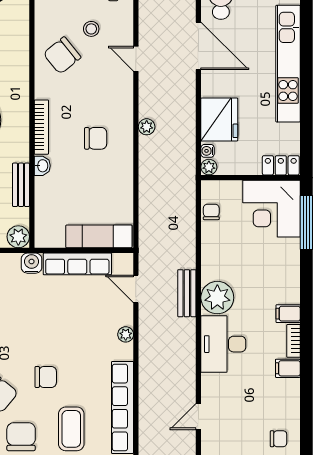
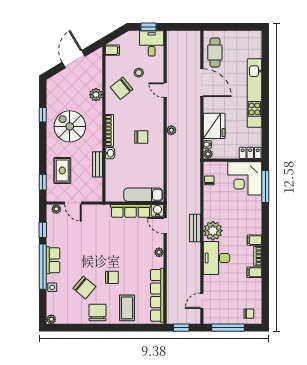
plant: (18, 237) -> (96, 95), moved
water cooler: (32, 263) -> (157, 210), moved

